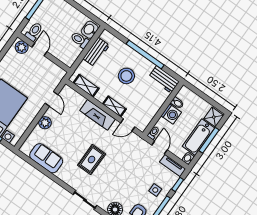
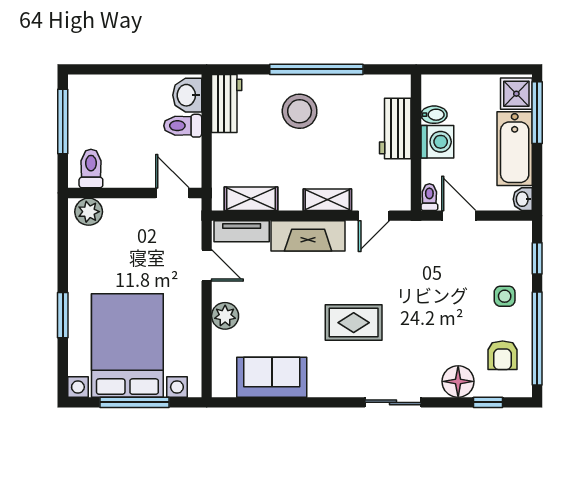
door: (40, 49) -> (172, 193), moved
workbench: (96, 52) -> (227, 104), moved
stool: (126, 76) -> (300, 111), moved
workbench: (164, 79) -> (395, 128), moved, turned 90
window: (209, 140) -> (537, 113), moved
rug: (92, 160) -> (354, 323), turned 90
tv unit: (173, 166) -> (242, 231), moved

